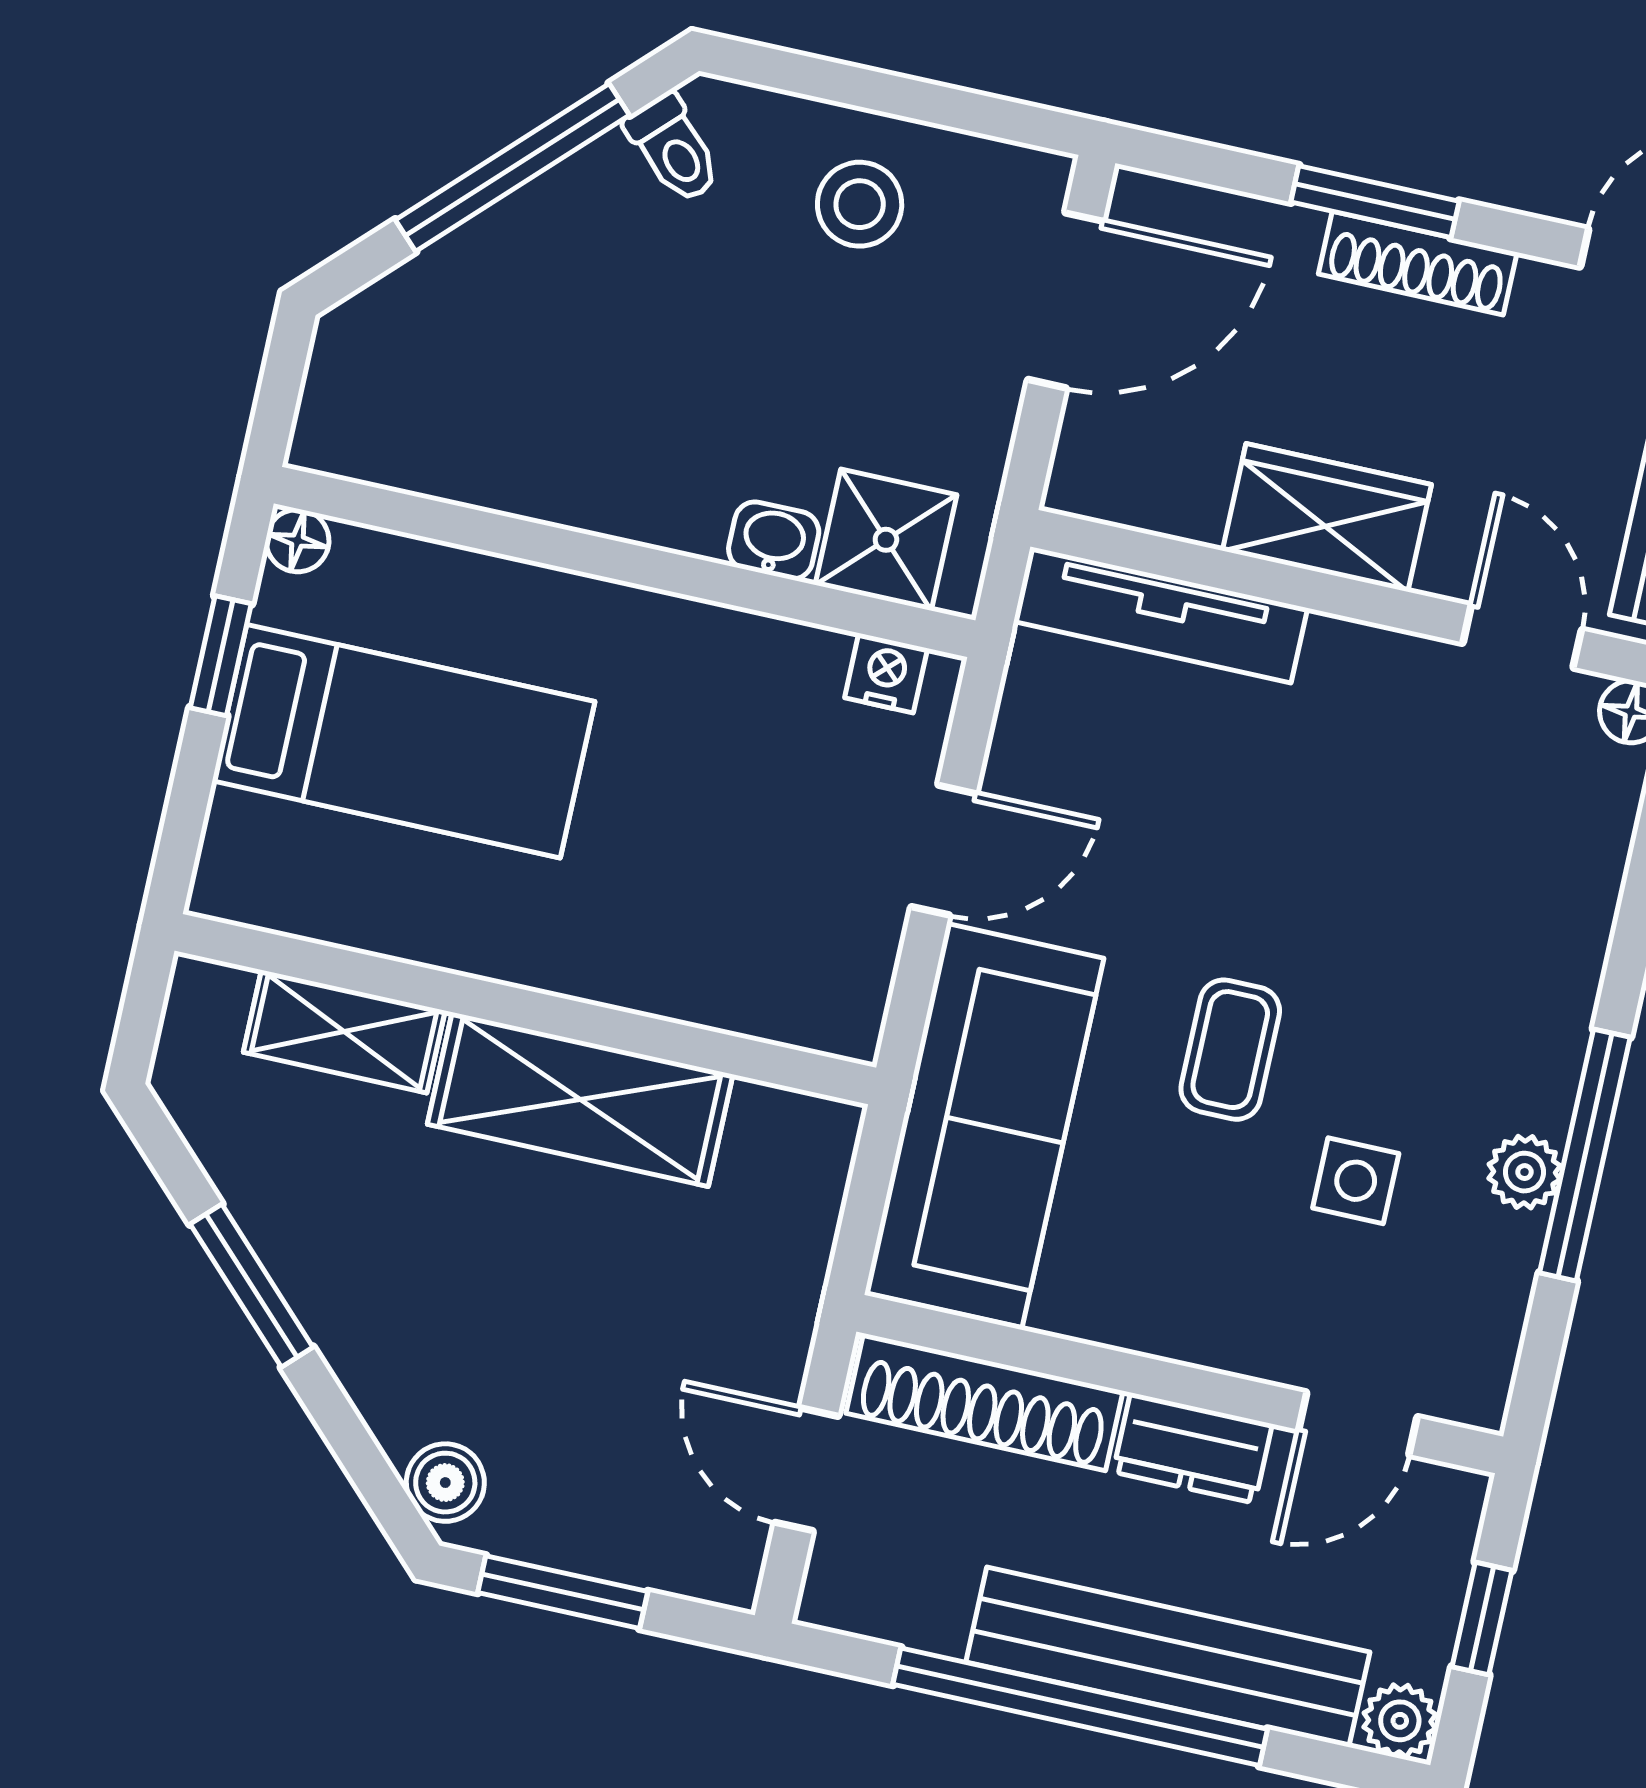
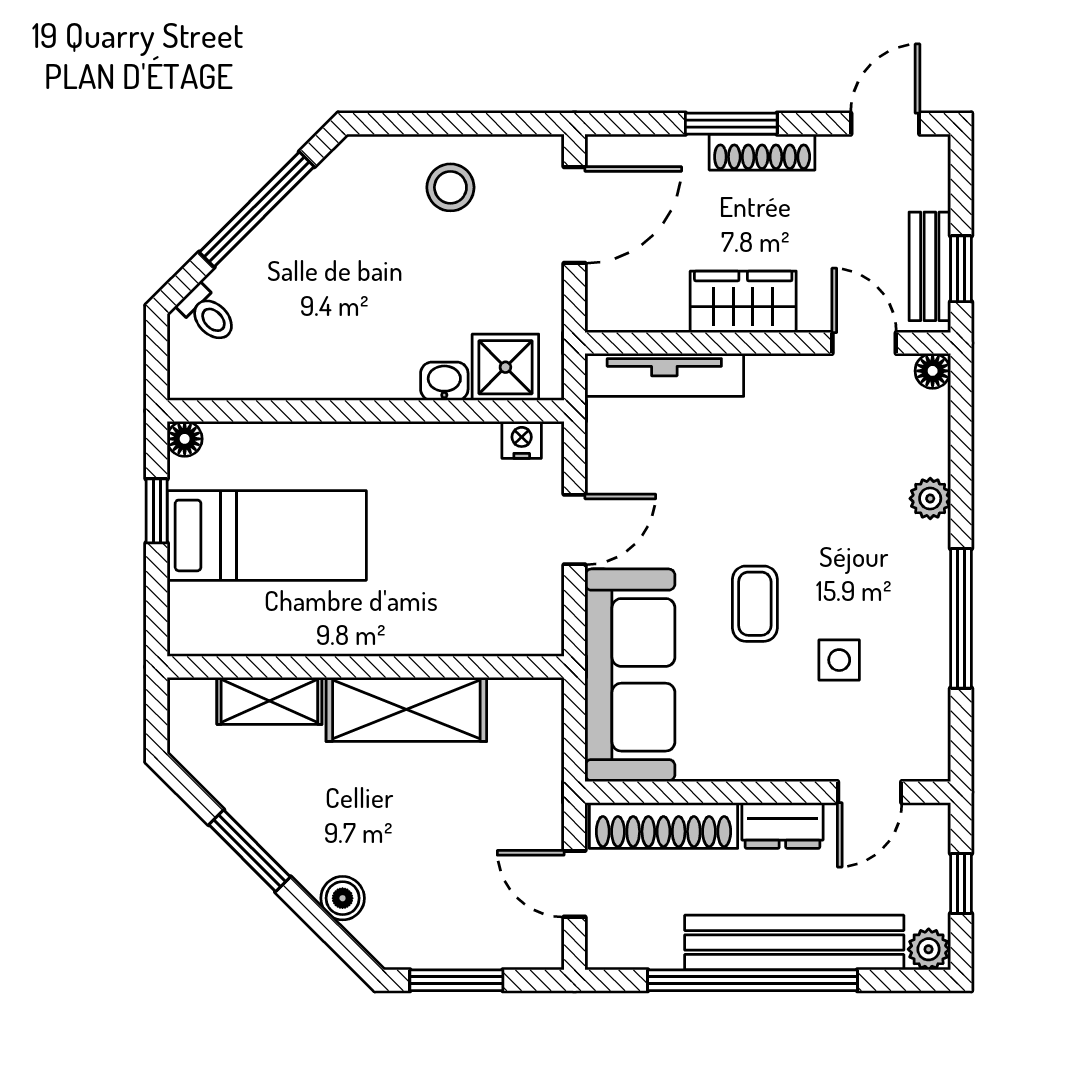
toilet: (674, 148) -> (208, 314), moved
plant: (1525, 1172) -> (930, 498), moved
boiler: (445, 1483) -> (343, 898), moved

